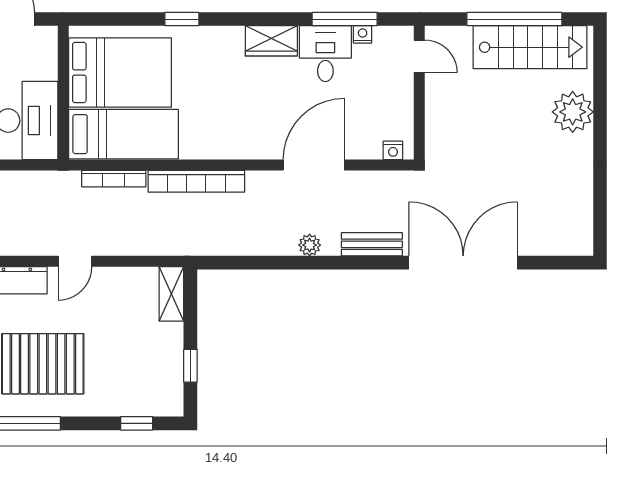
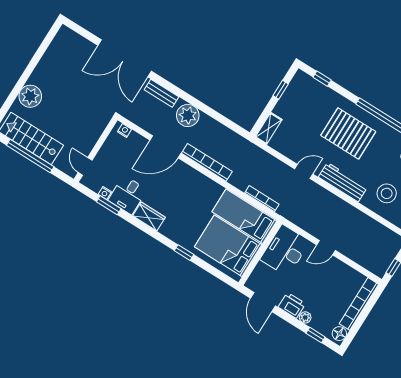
window: (345, 19) -> (109, 205), width x0.69
bookcase: (196, 181) -> (207, 162), moved
plant: (310, 245) -> (188, 115), width x1.88, depth x1.88

